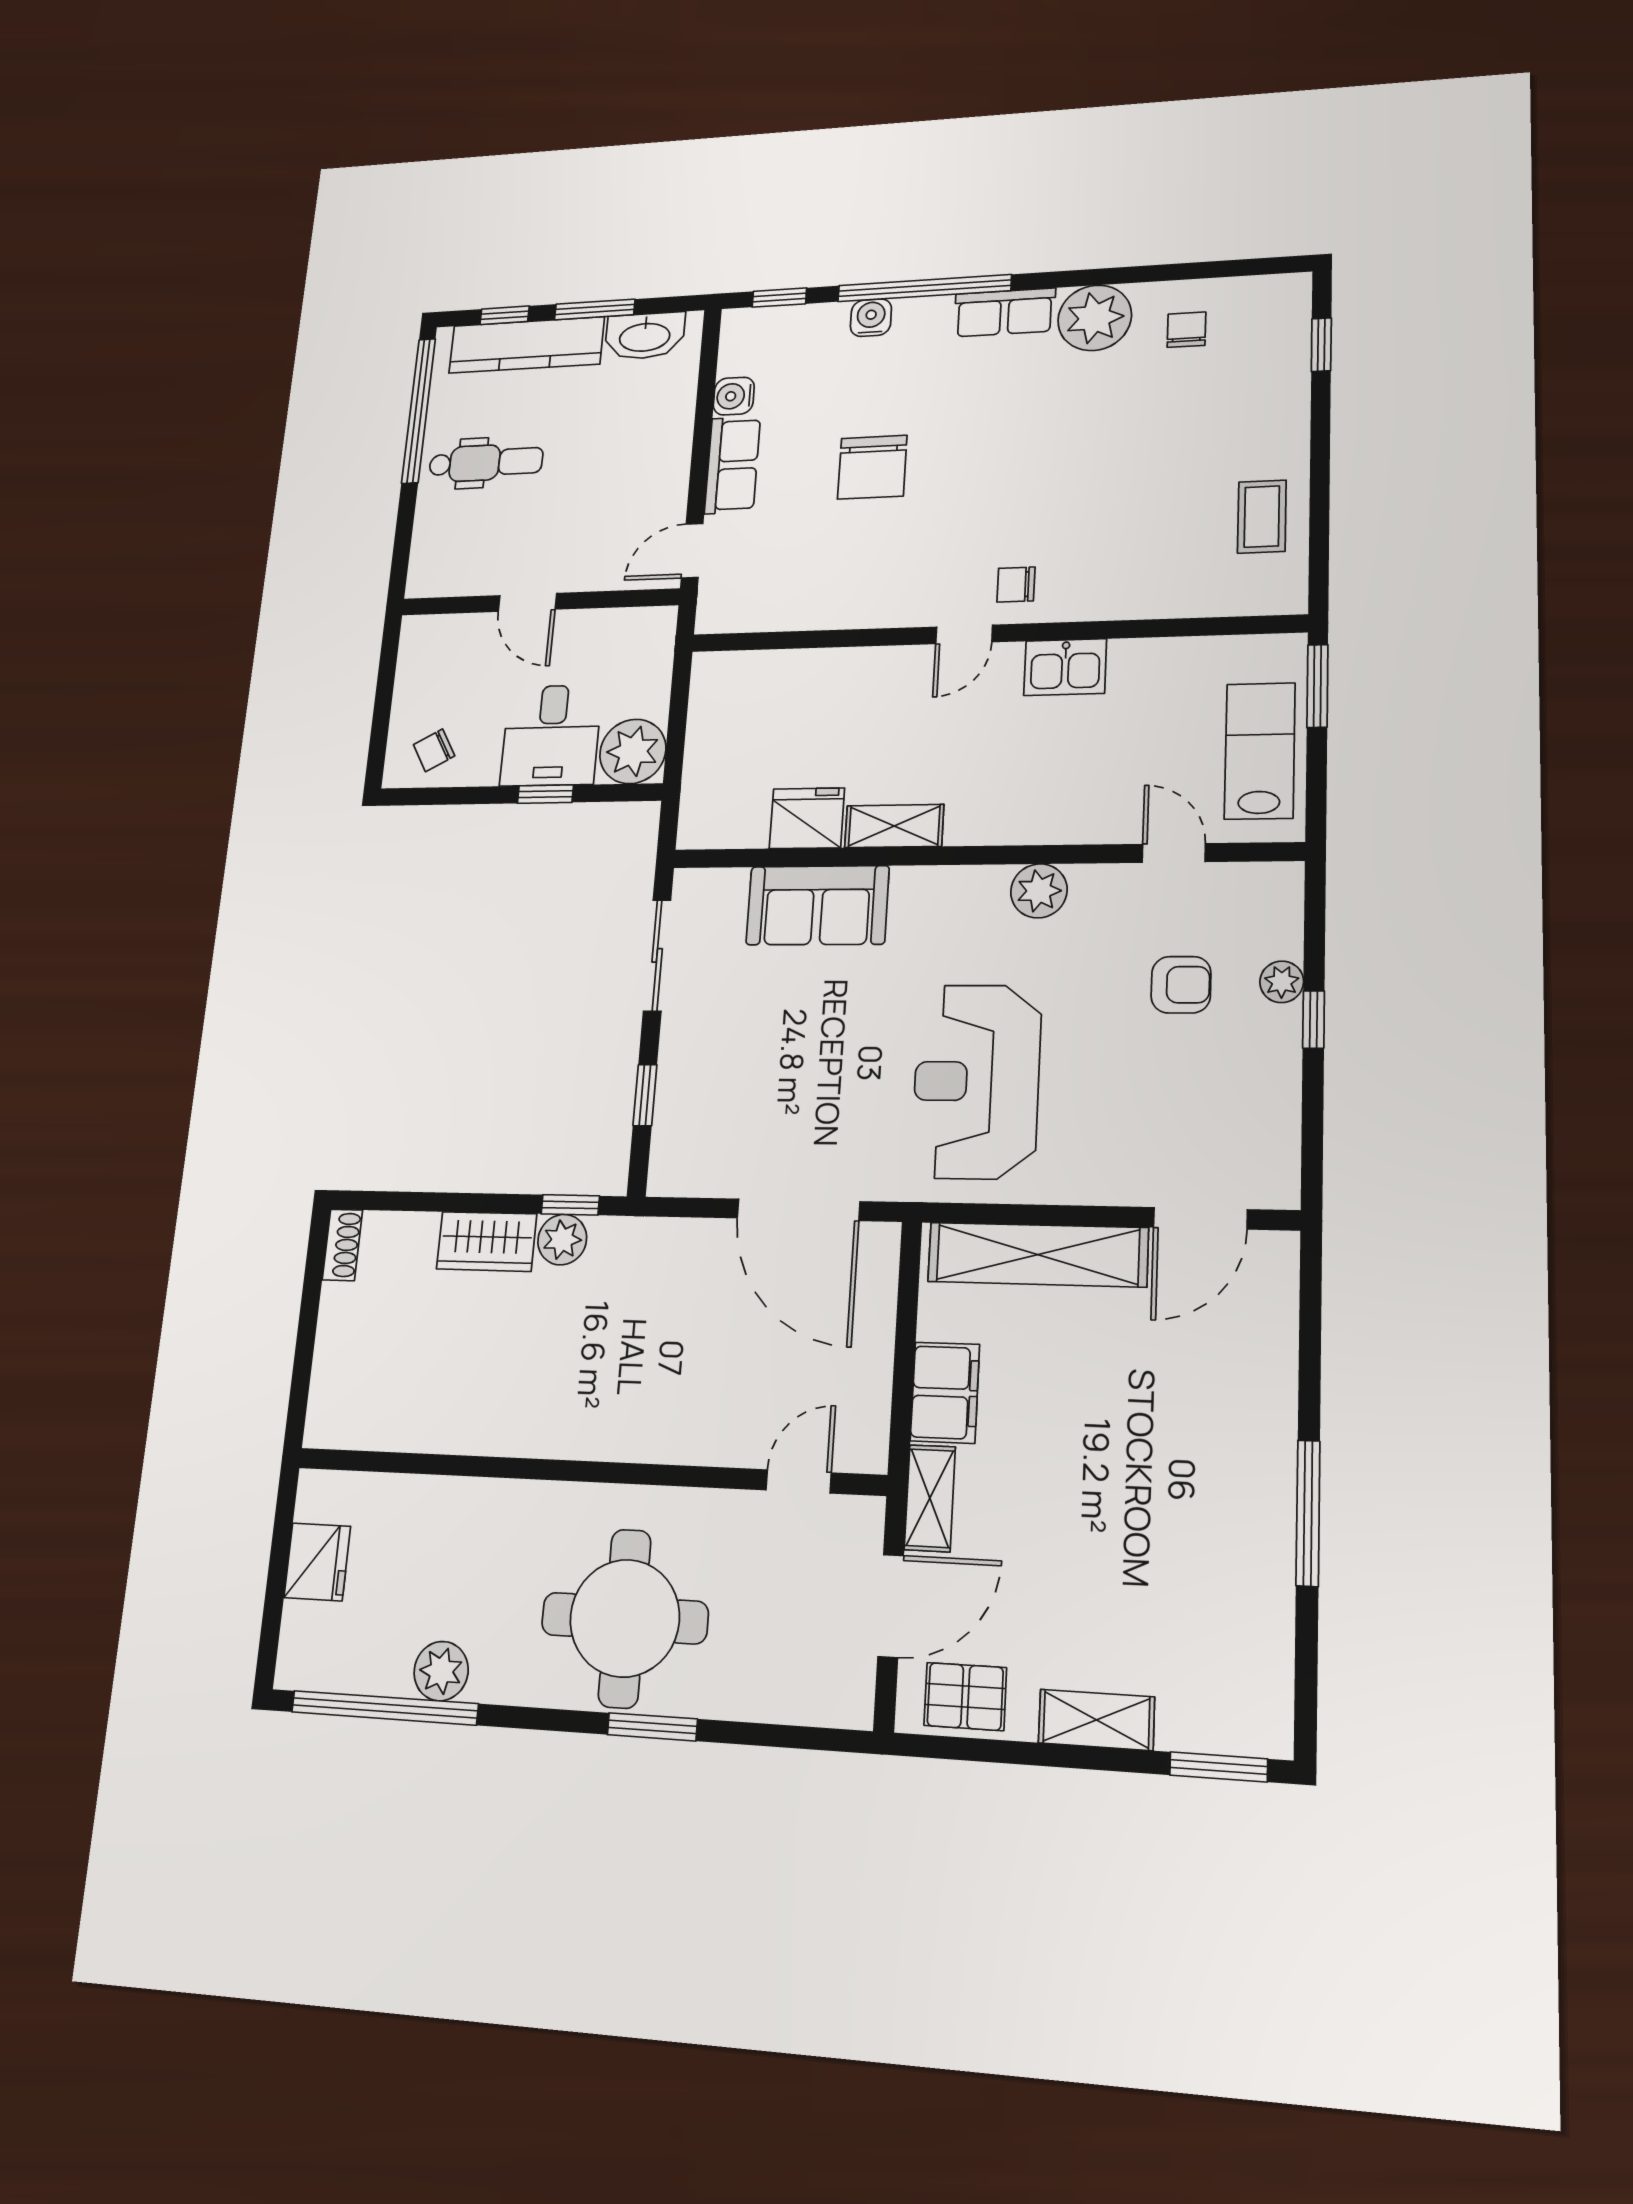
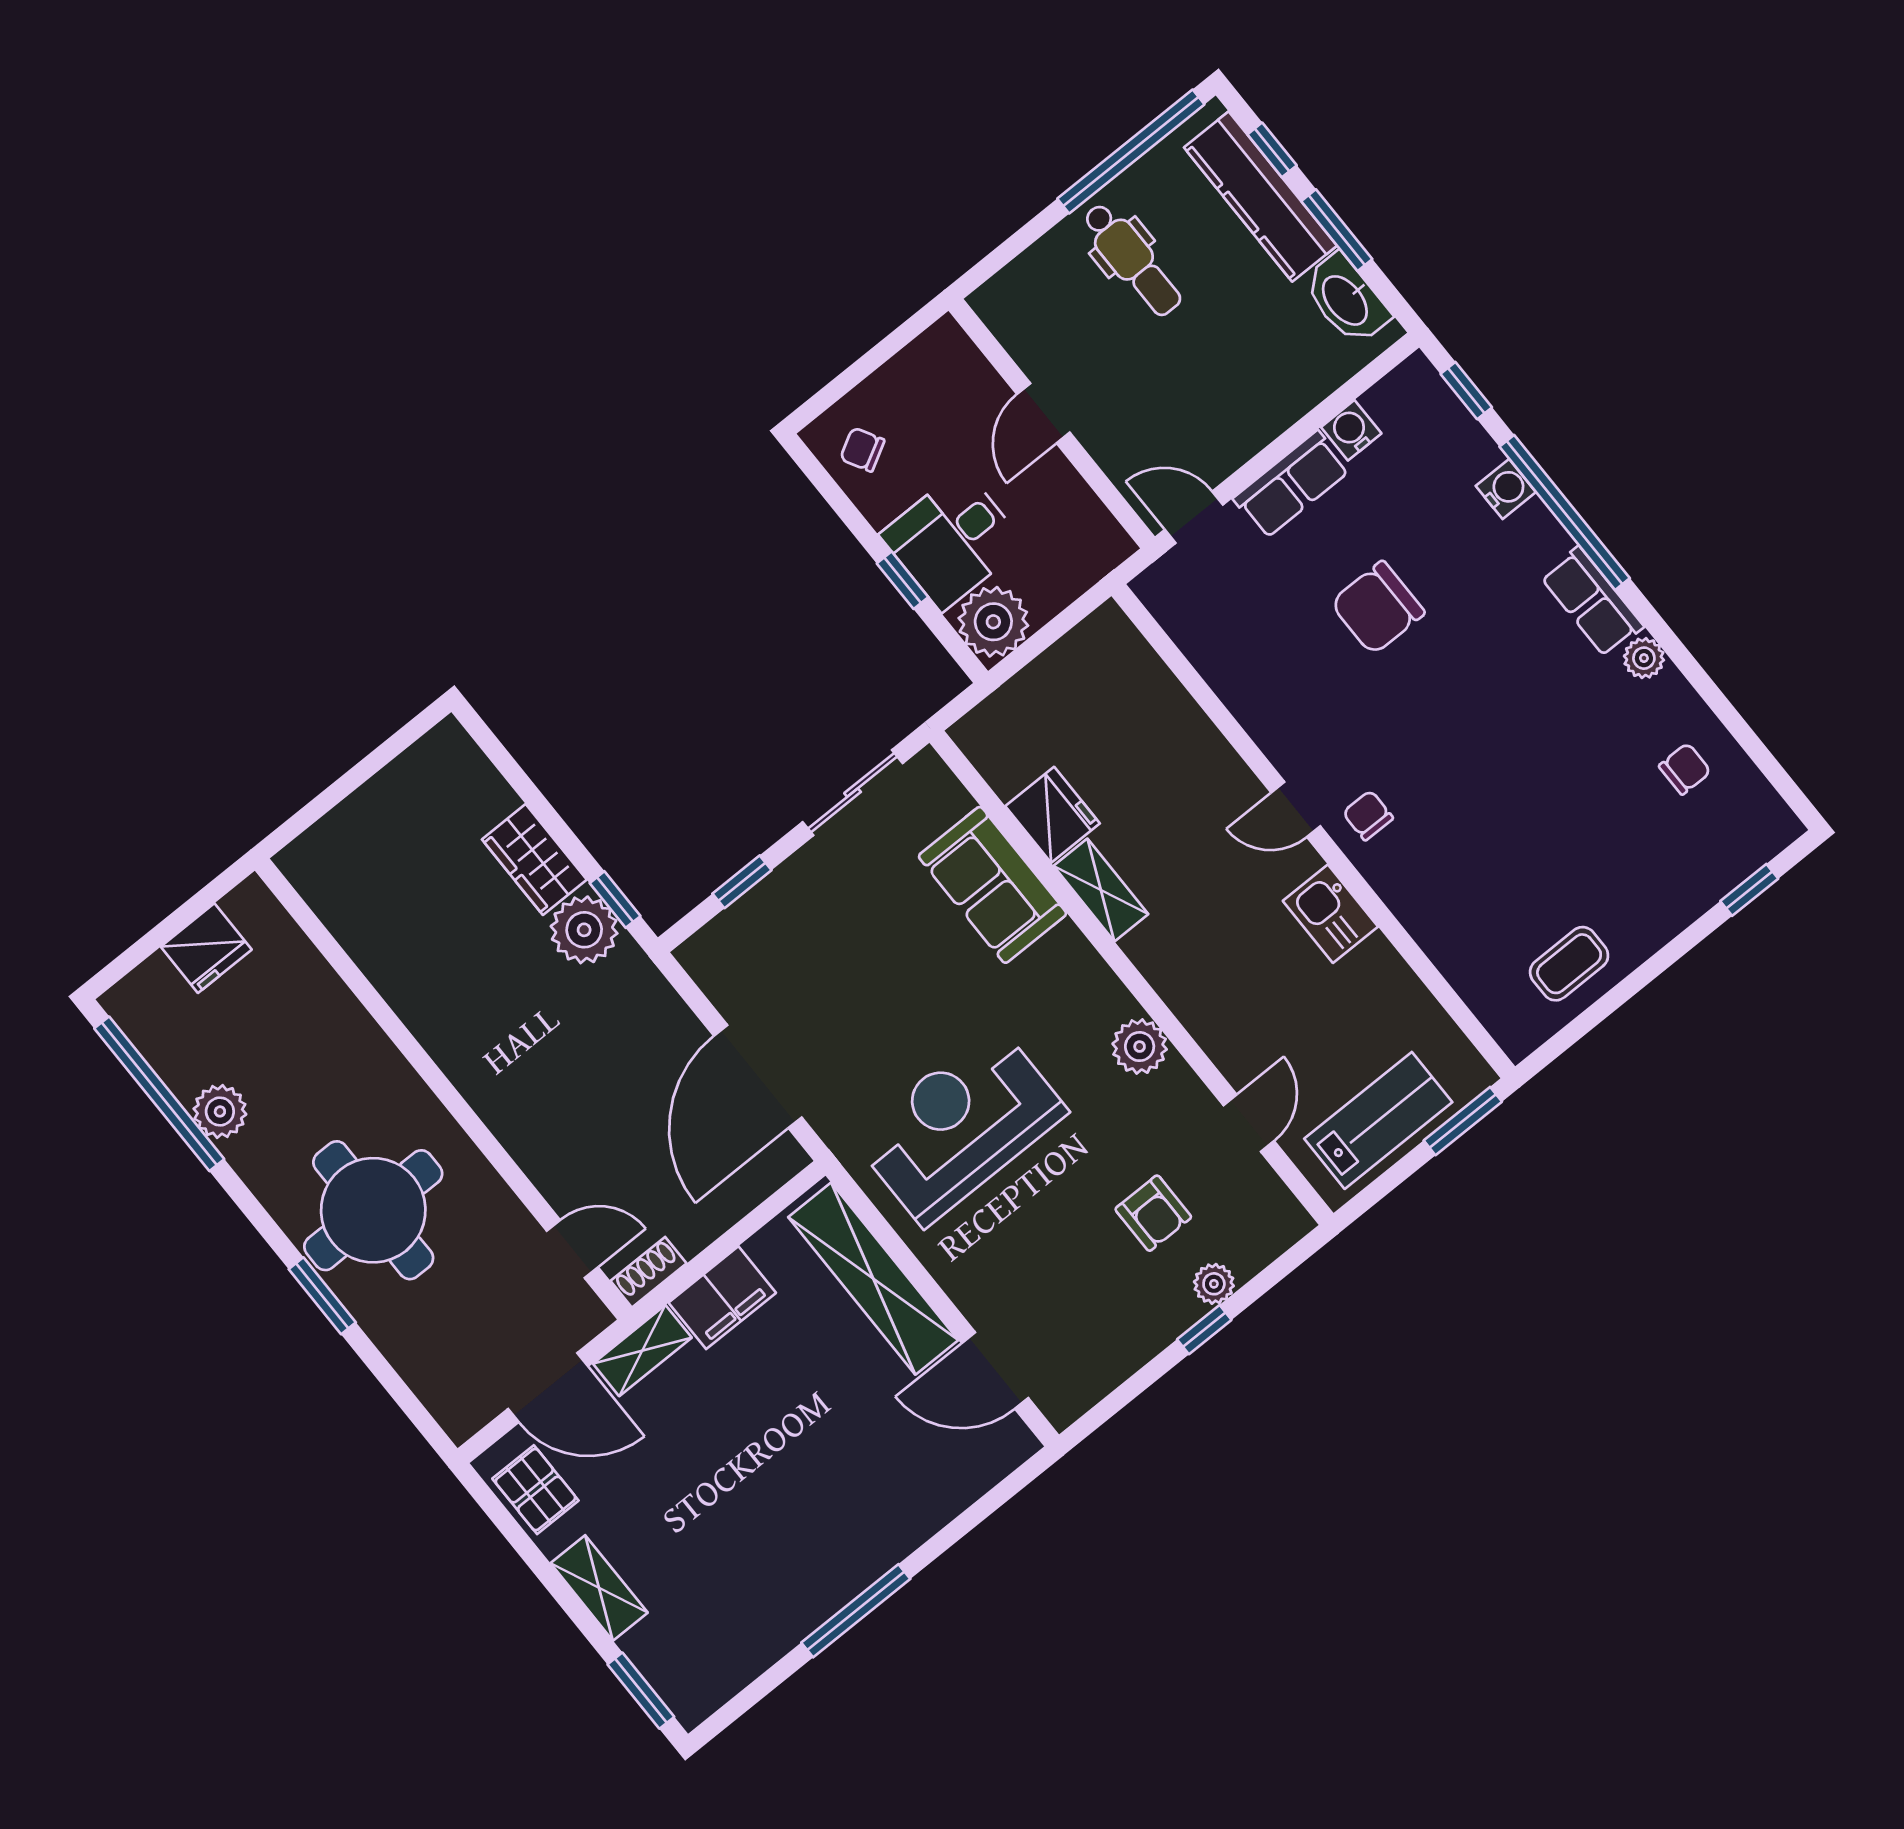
plant: (1095, 318) -> (1644, 658), width x0.53, depth x0.53
plant: (562, 1240) -> (584, 930), width x1.36, depth x1.36
shoe rack: (342, 1245) -> (649, 1272), moved, turned 180

